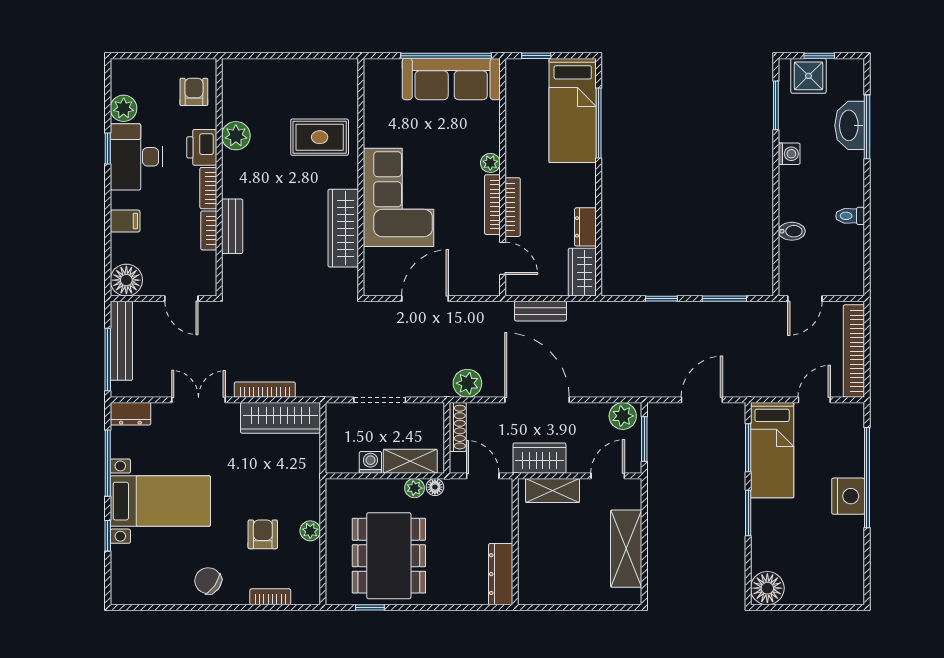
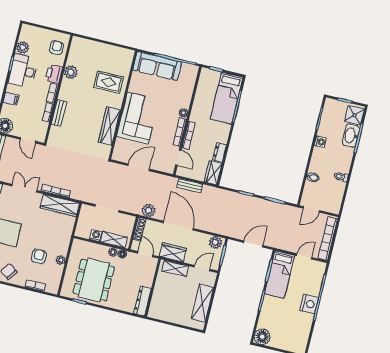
shower: (808, 76) -> (354, 115), moved
sofa: (451, 79) -> (157, 66), moved

